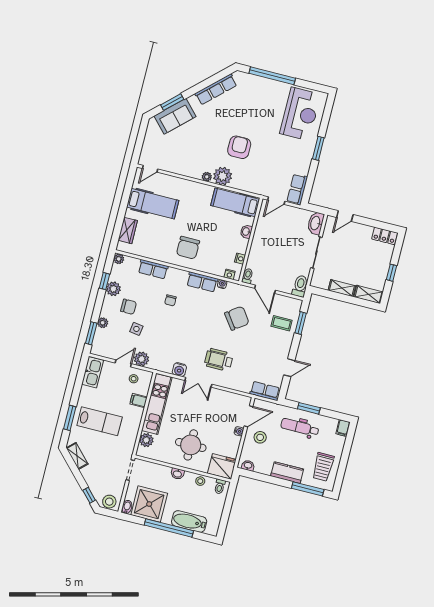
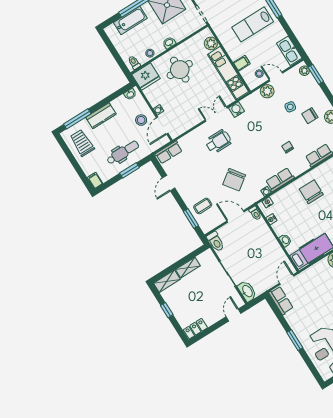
plant: (103, 323) -> (304, 71), moved
door: (123, 363) -> (276, 76), swing flipped

